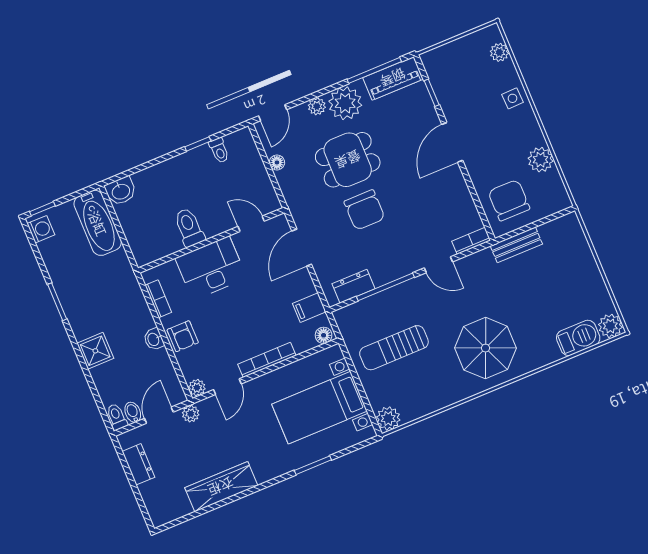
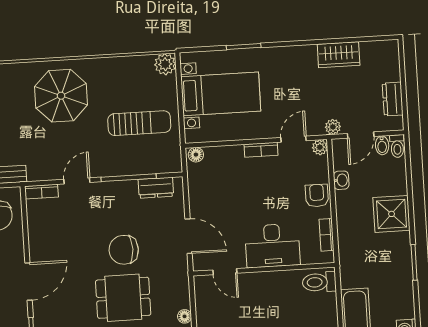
chair: (364, 210) -> (124, 250), turned -90
toilet: (189, 227) -> (319, 282), moved, turned 90
door: (302, 248) -> (189, 236), hinge flipped
door: (438, 265) -> (77, 181), hinge flipped
filing cabinet: (309, 308) -> (200, 183), removed
washbasin: (154, 339) -> (341, 180), moved
shower: (95, 351) -> (392, 214), width x1.36, depth x1.36
bookcase: (267, 360) -> (261, 150), width x0.64
wardrobe: (221, 487) -> (339, 55), width x0.67

